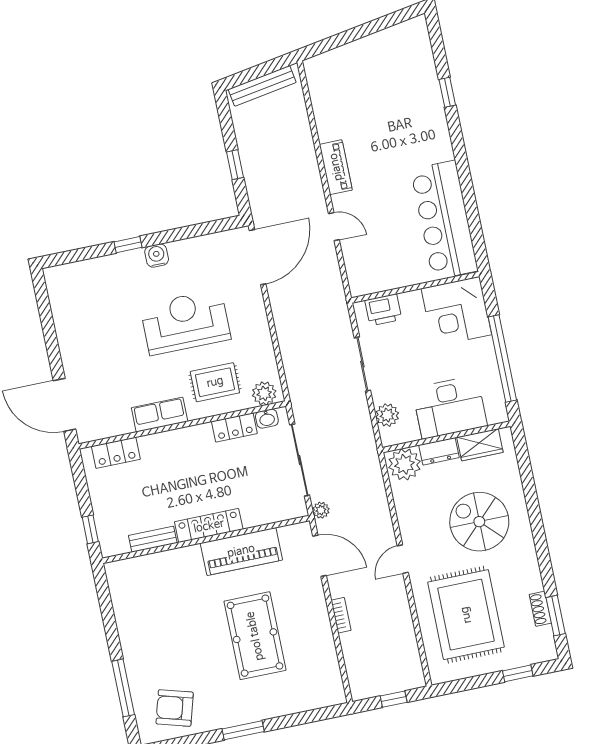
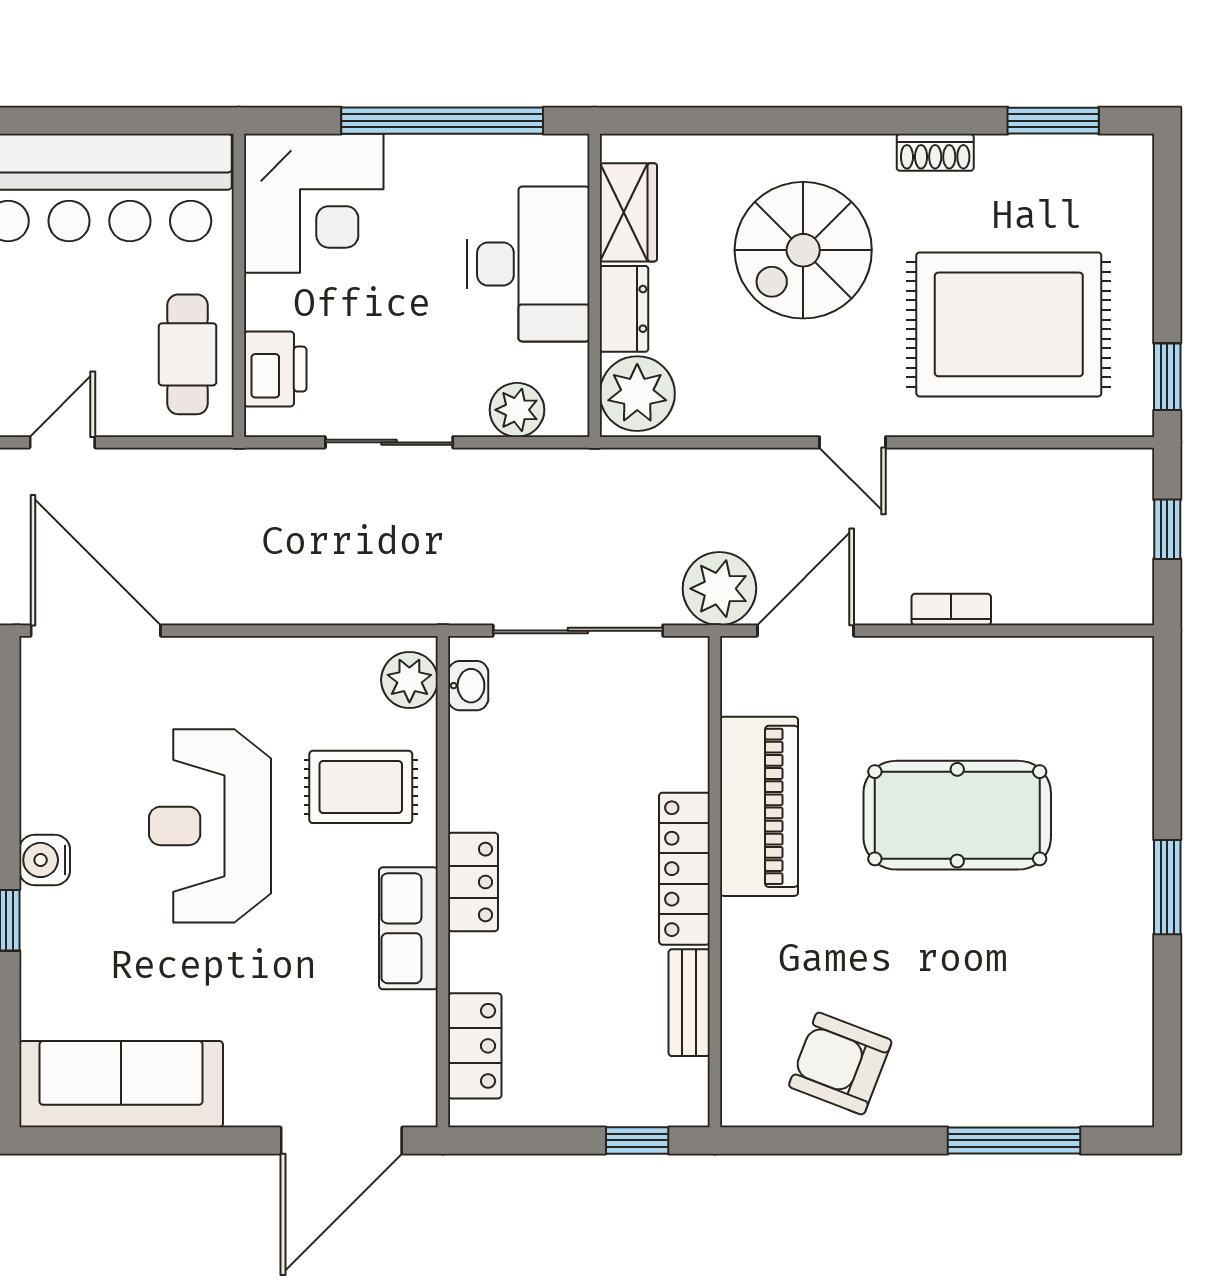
cafe table: (382, 272) -> (188, 354), added
sofa: (69, 307) -> (121, 1084), added
rug: (215, 382) -> (361, 787), turned 90
locker: (234, 427) -> (473, 882), moved
plant: (321, 510) -> (719, 589), width x1.87, depth x1.87
shoe rack: (540, 609) -> (935, 152), moved
window: (518, 673) -> (1167, 377), moved
armchair: (175, 708) -> (840, 1063), moved, turned 95

